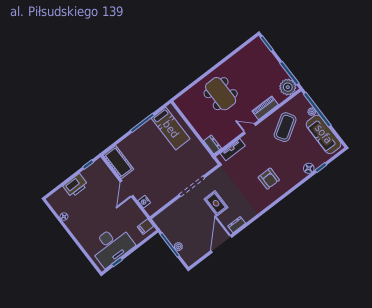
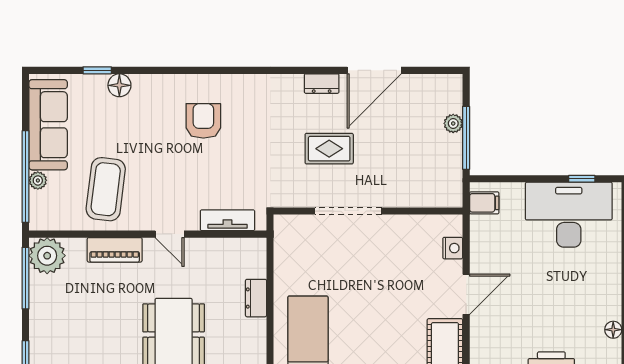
coffee table: (285, 127) -> (106, 189), turned -51
dresser: (213, 144) -> (256, 298), moved
rug: (216, 203) -> (329, 149), turned 90

